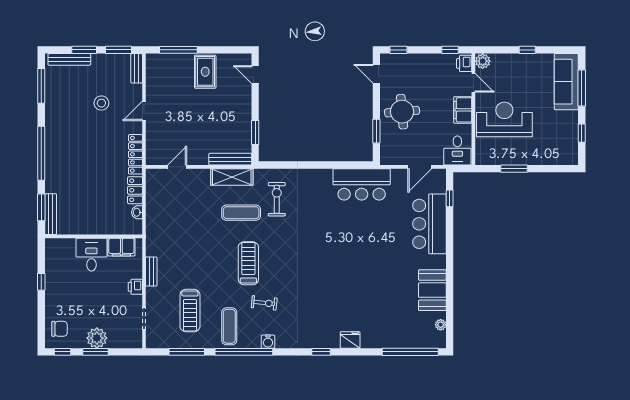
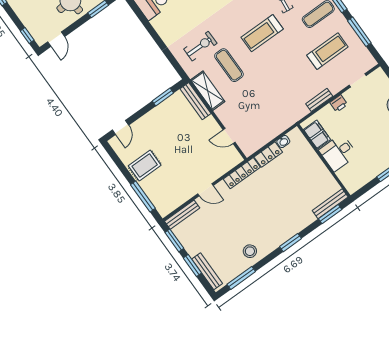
bench: (137, 68) -> (182, 215), width x1.36
stool: (101, 103) -> (250, 251), moved
window: (41, 153) -> (290, 243), width x0.47
exercise bike: (277, 199) -> (200, 46), turned 180

